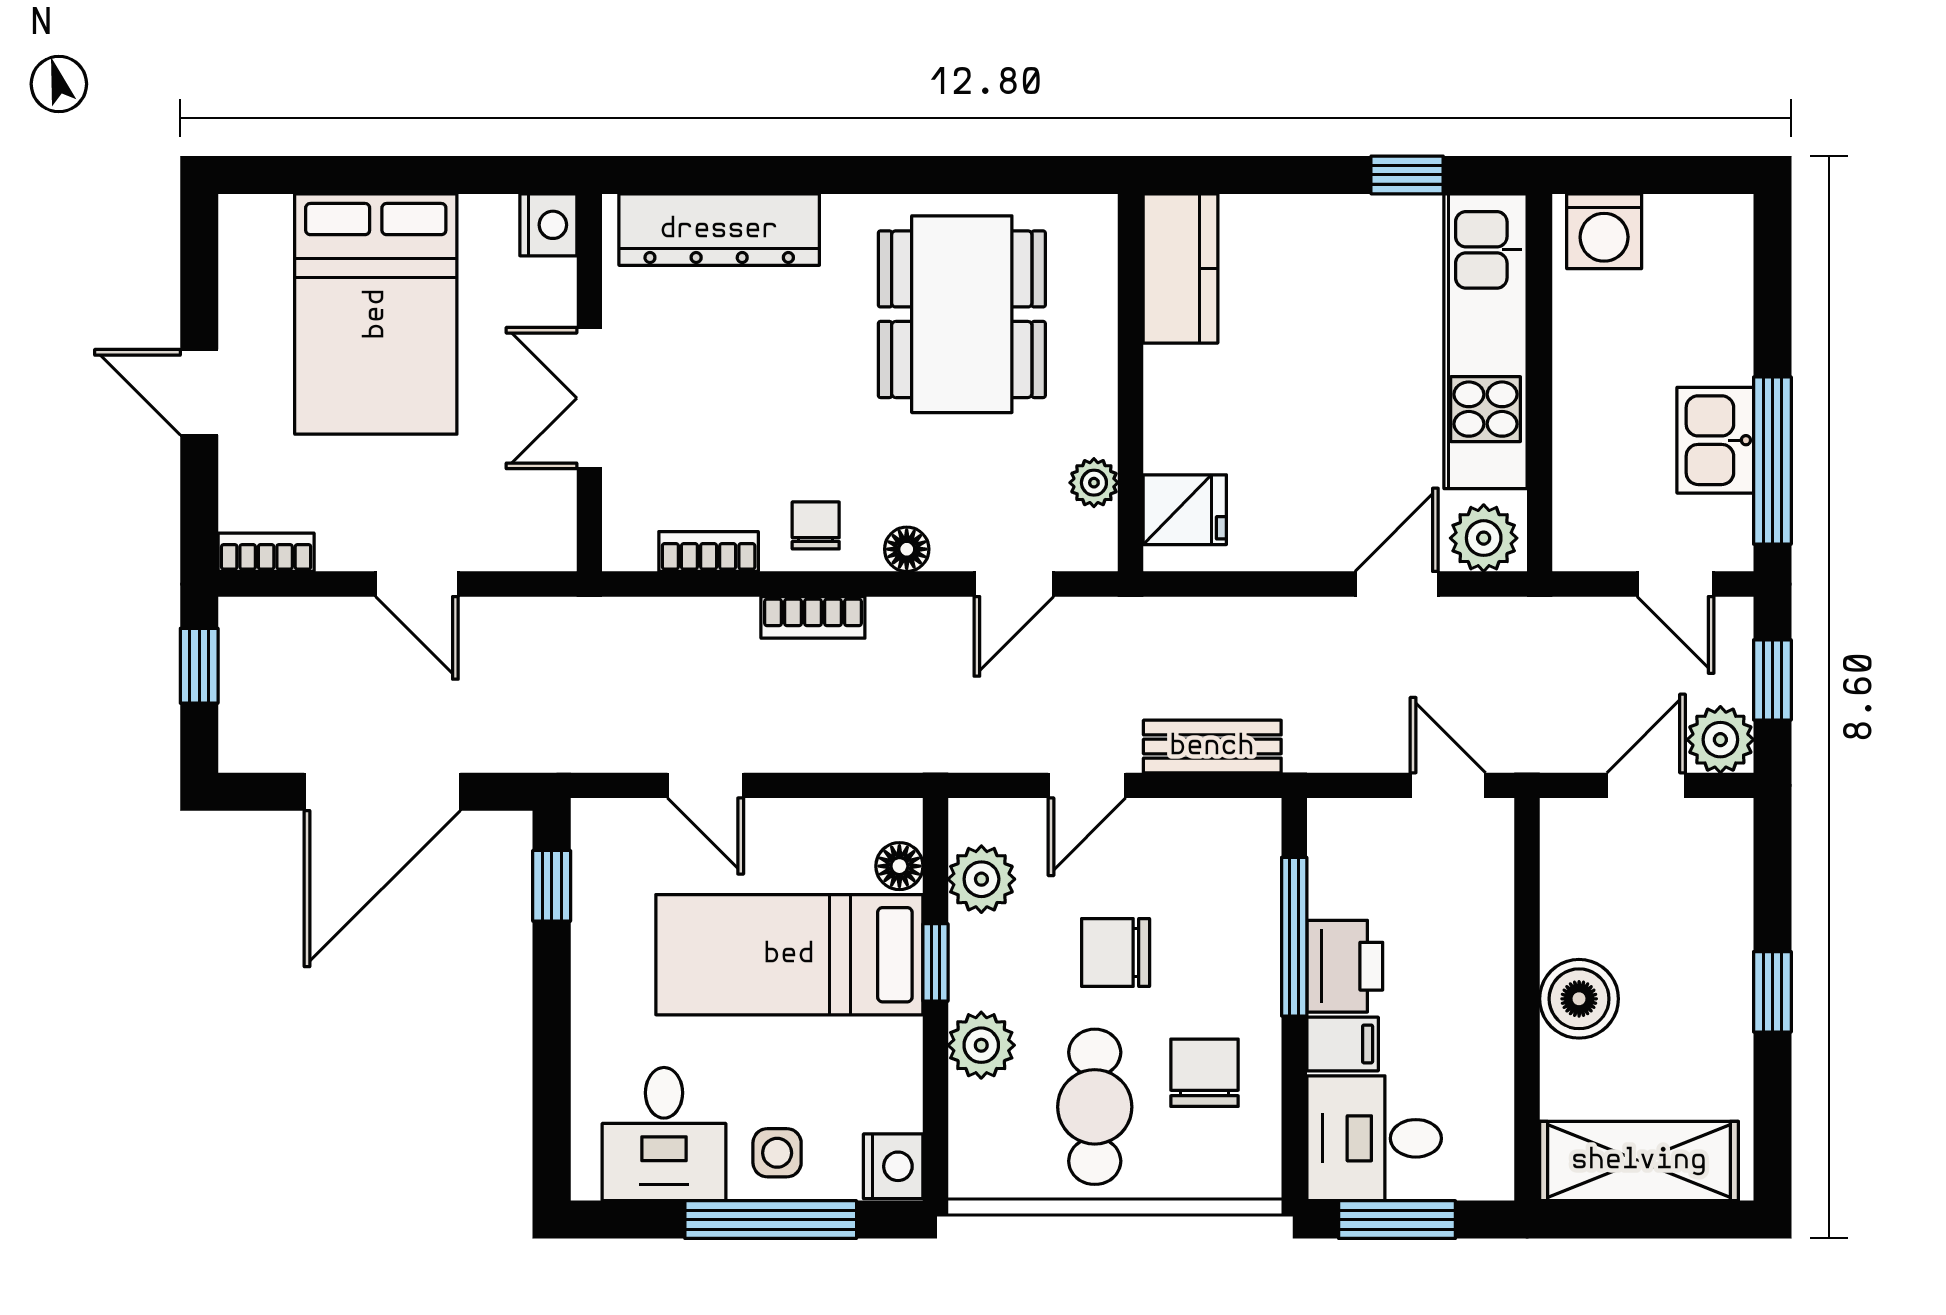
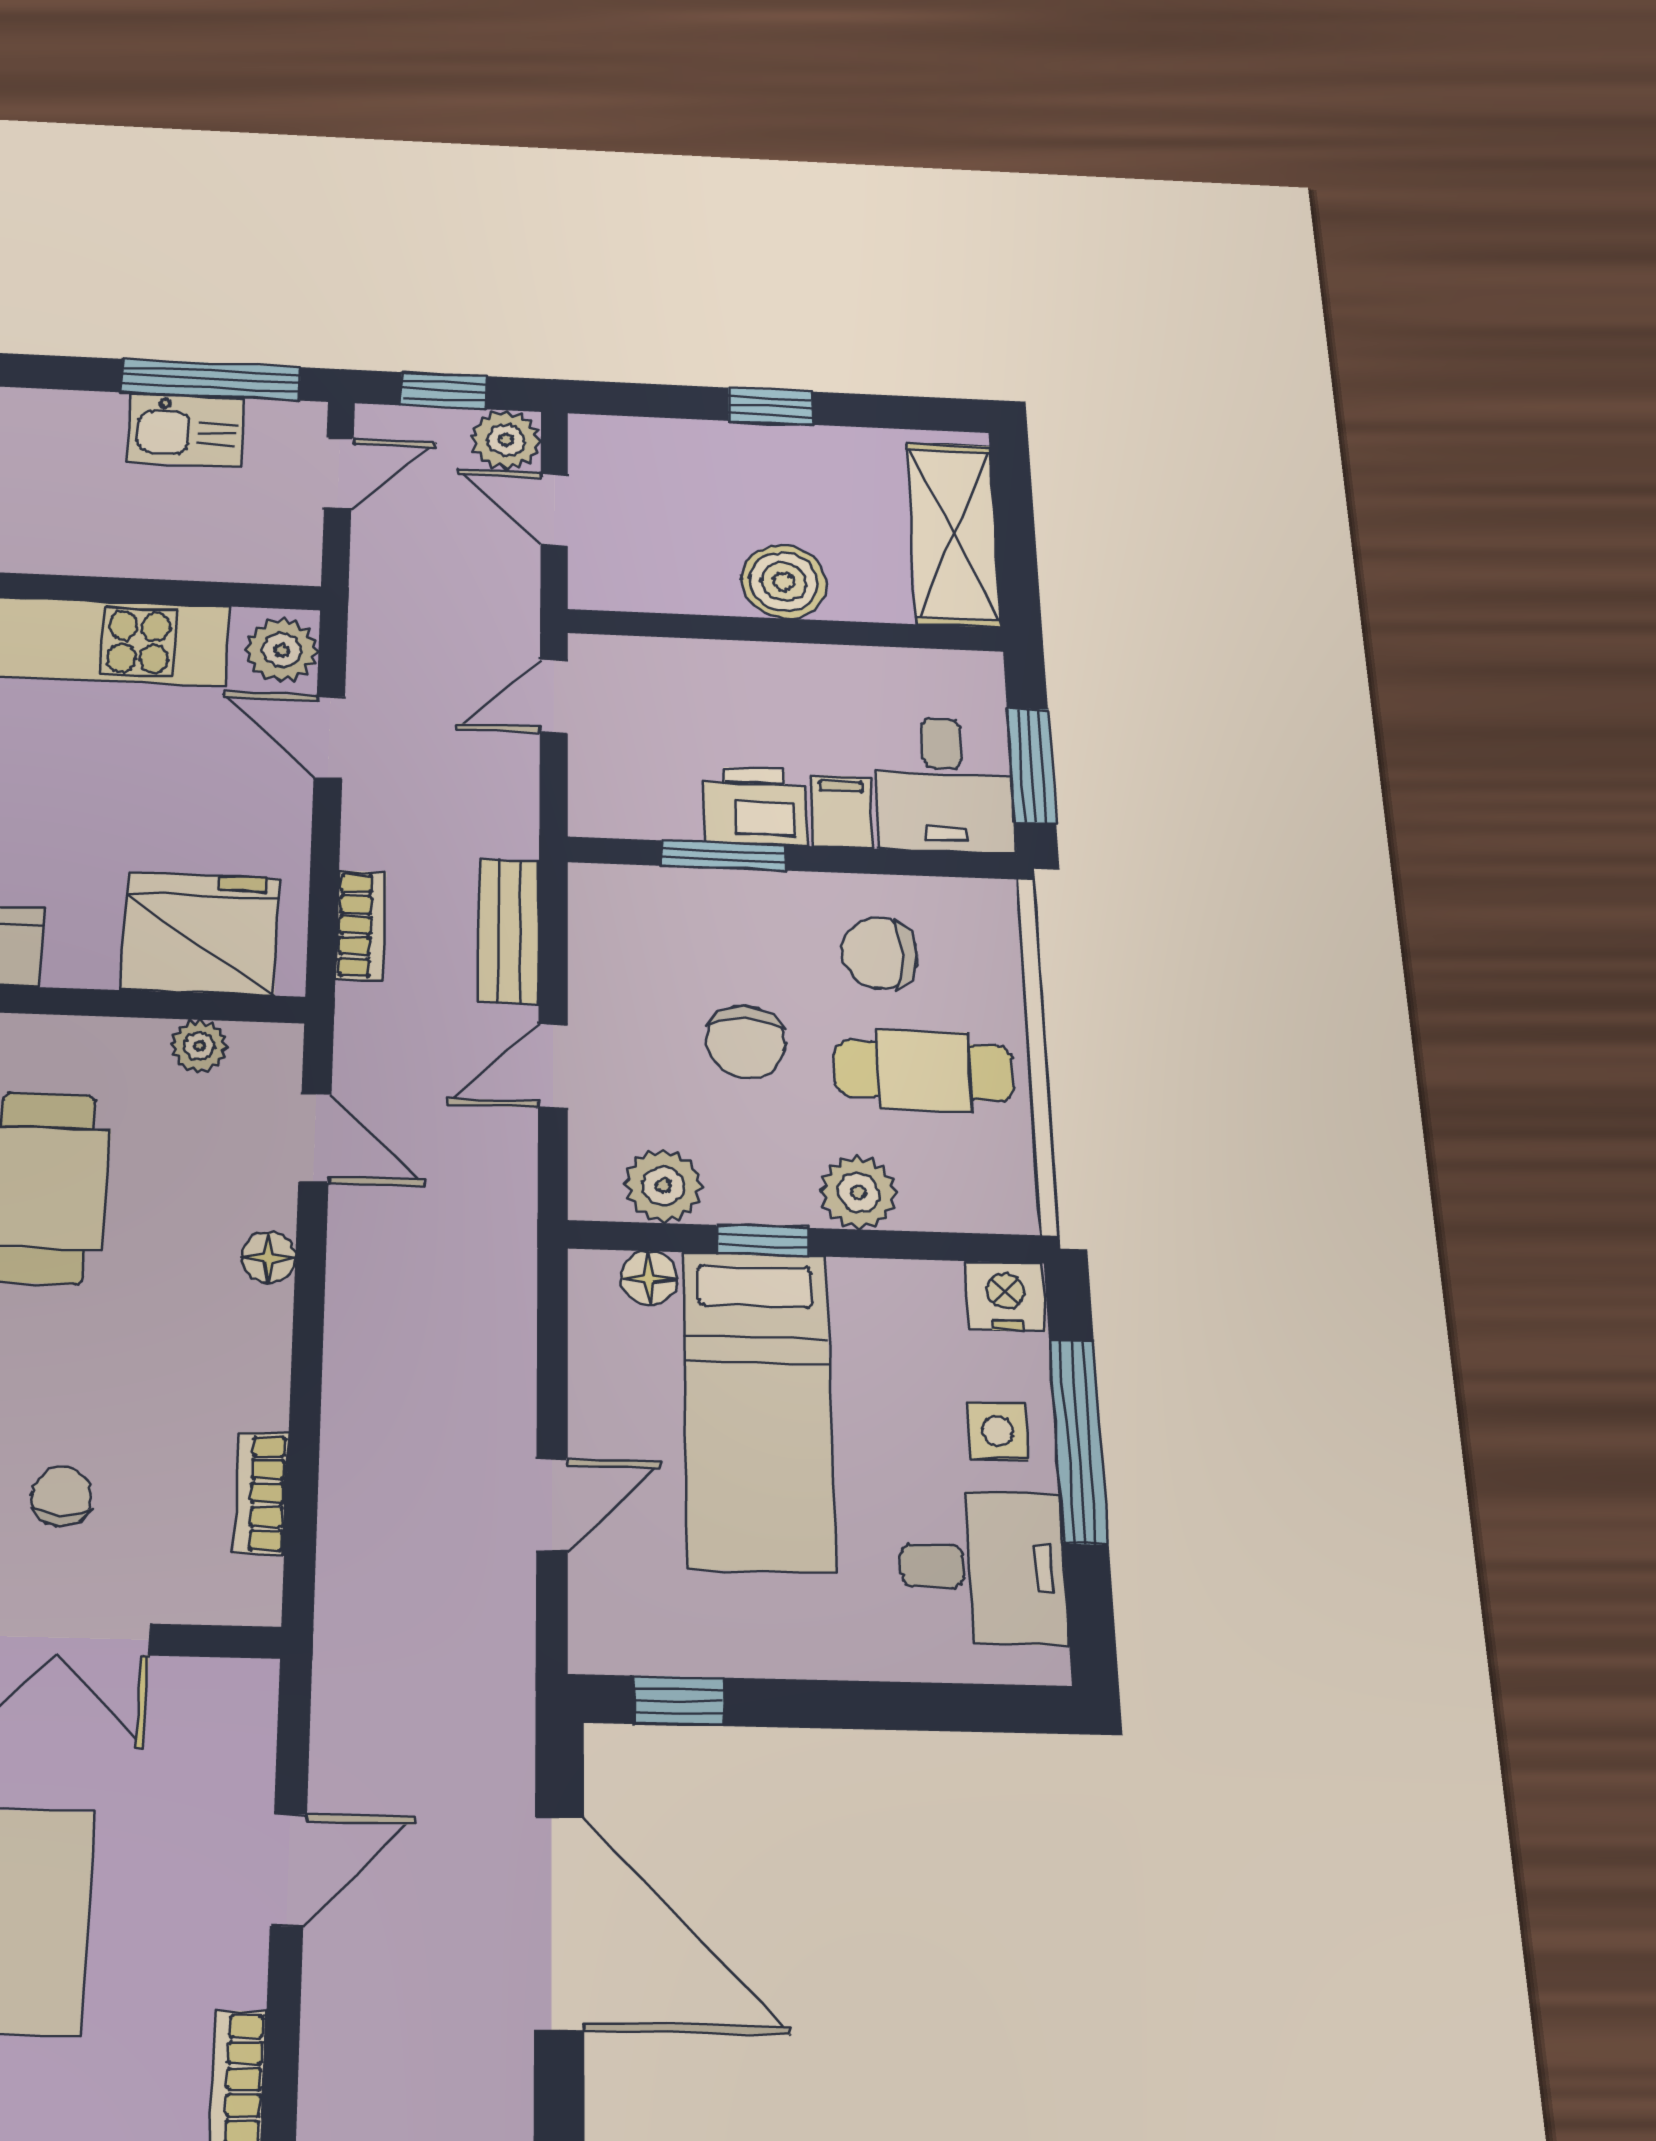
fridge: (1185, 510) -> (201, 934), width x1.88, depth x1.34
chair: (816, 525) -> (62, 1496), moved, turned 90
bookcase: (813, 617) -> (361, 925), moved
door: (1087, 785) -> (553, 1066), swing flipped
window: (1294, 937) -> (723, 855), width x0.69

